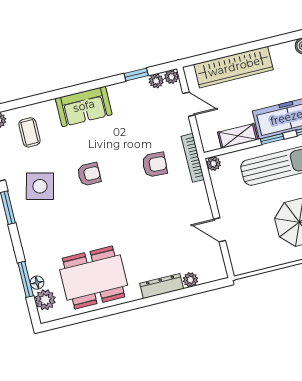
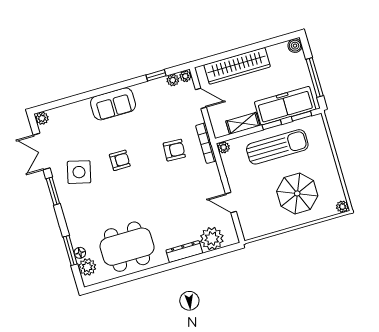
coffee table: (29, 132) -> (68, 127), removed
plant: (190, 280) -> (212, 239), width x1.87, depth x1.87

